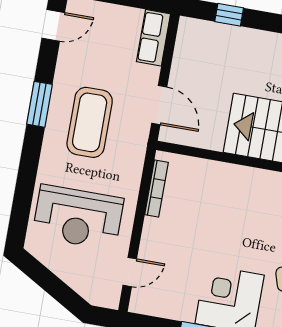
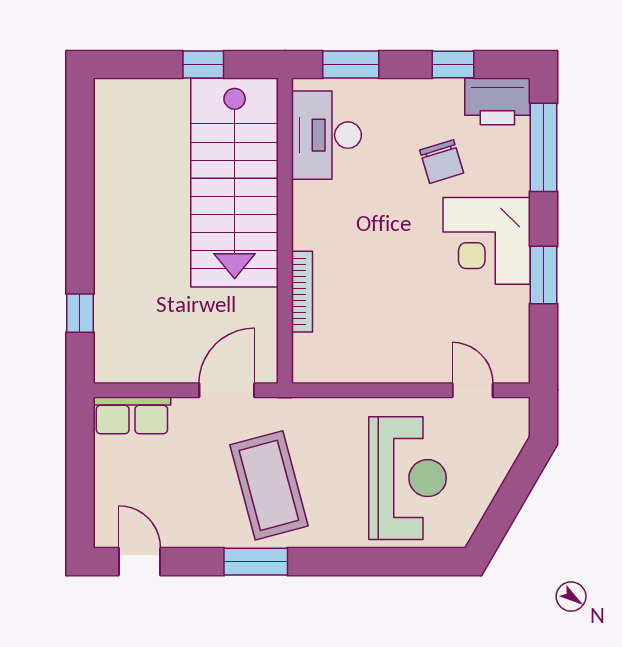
coffee table: (90, 122) -> (269, 485), turned 75
bookcase: (156, 188) -> (302, 292), moved, turned 90

